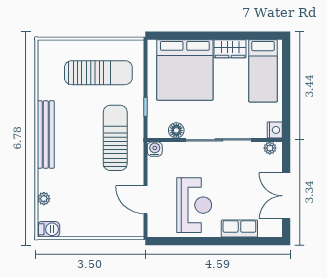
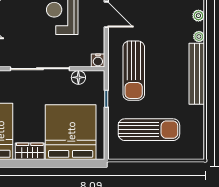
sun lounger: (98, 73) -> (149, 130), turned 180
plant: (43, 176) -> (199, 37), added

